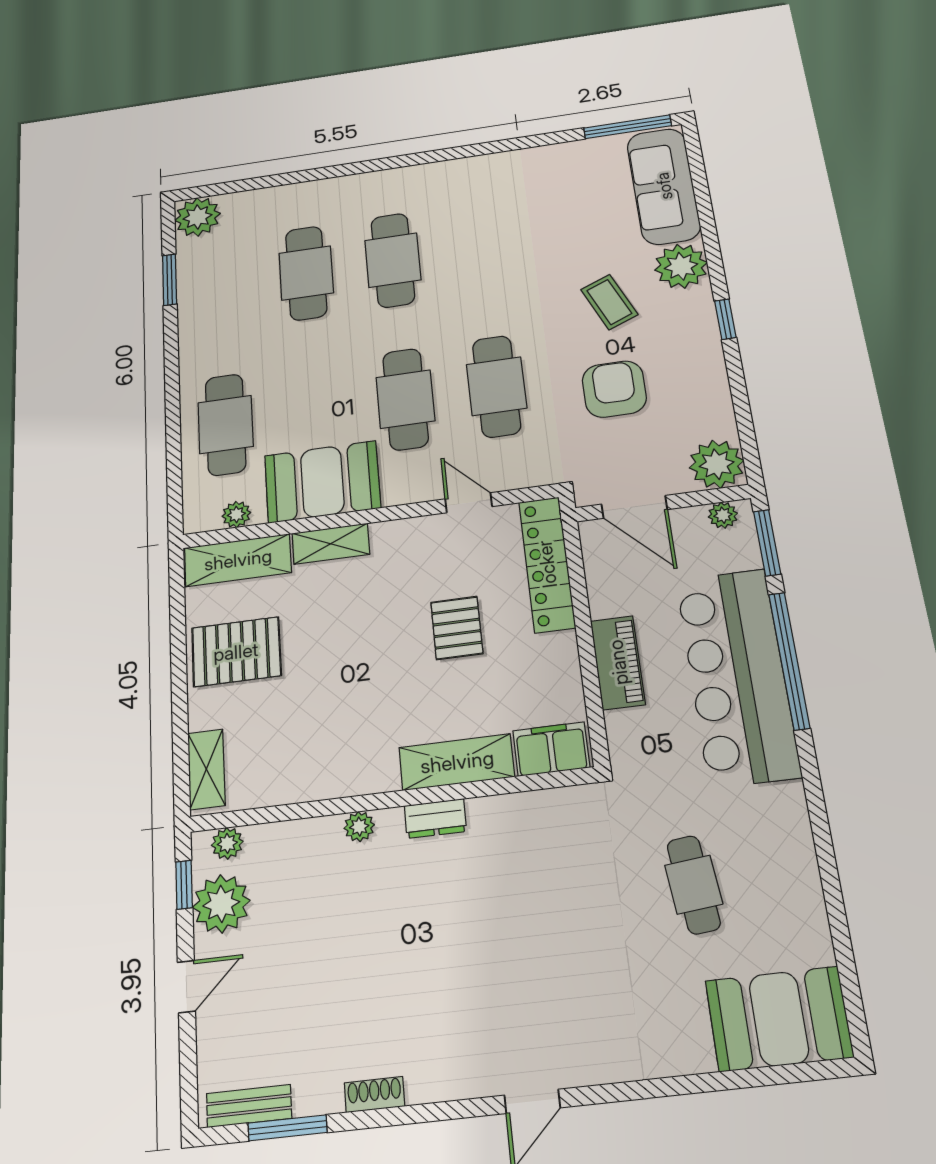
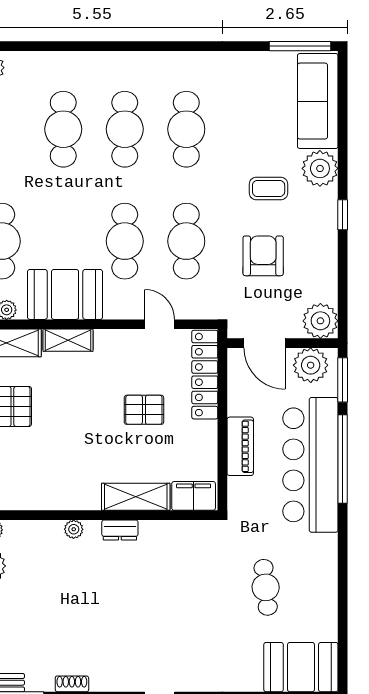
cafe table: (480, 247) -> (186, 129), added
coffee table: (609, 302) -> (269, 188), turned -67
plant: (723, 515) -> (311, 365), width x1.88, depth x1.88
pallet: (457, 628) -> (144, 410), turned 90

